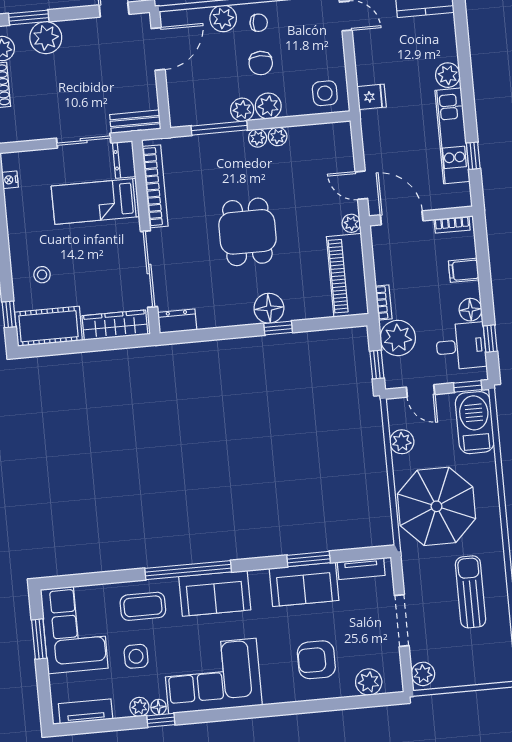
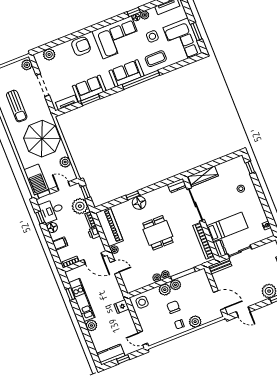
door: (158, 49) -> (219, 300), swing flipped
printer: (385, 272) -> (94, 233), added
cot: (48, 326) -> (232, 167), removed
armchair: (316, 660) -> (81, 46), moved

